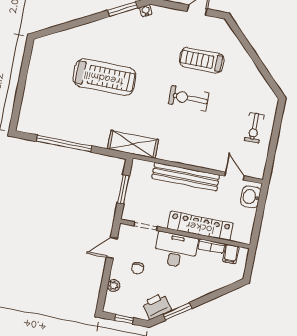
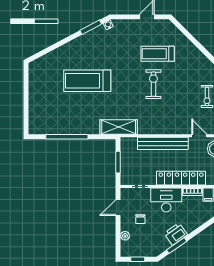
treadmill: (104, 77) -> (87, 81), turned 180
exercise bike: (189, 98) -> (153, 84), turned 90
printer: (157, 306) -> (176, 234), moved

